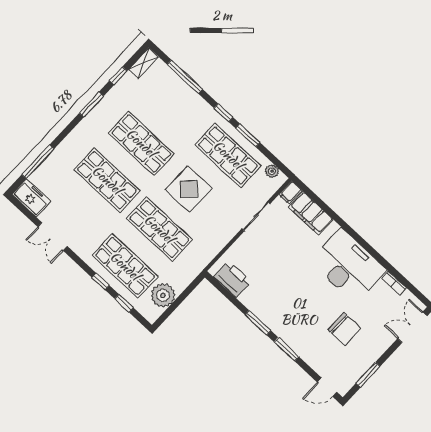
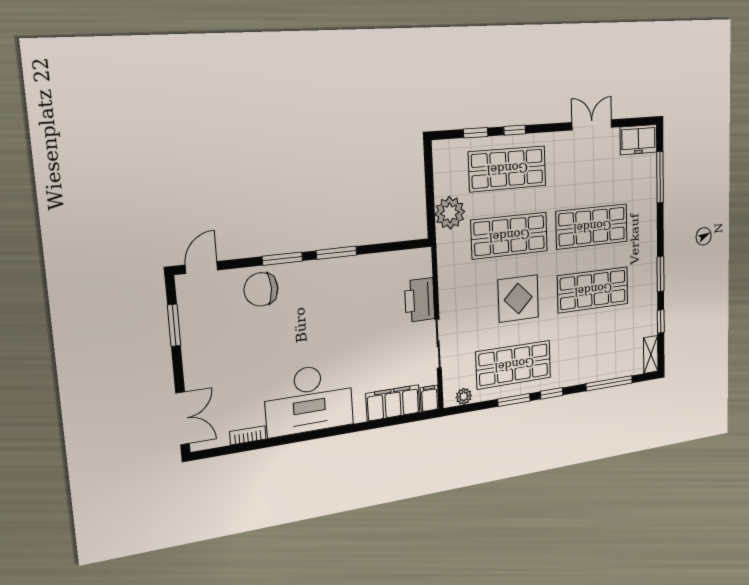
printer: (232, 279) -> (420, 300), moved, turned 90
plant: (163, 295) -> (450, 213), moved
chair: (344, 329) -> (261, 289), moved

